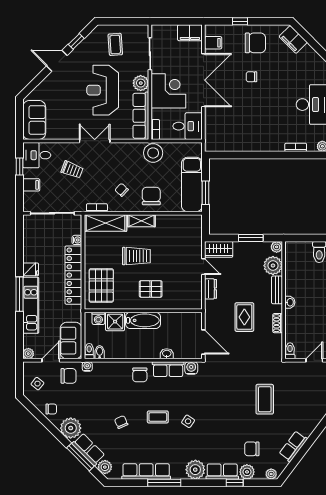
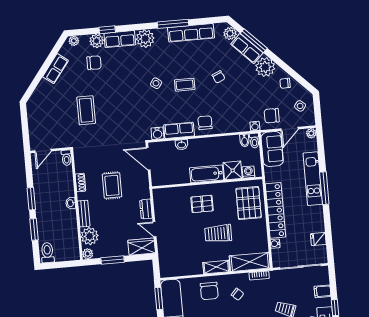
fridge: (31, 269) -> (318, 239), moved

